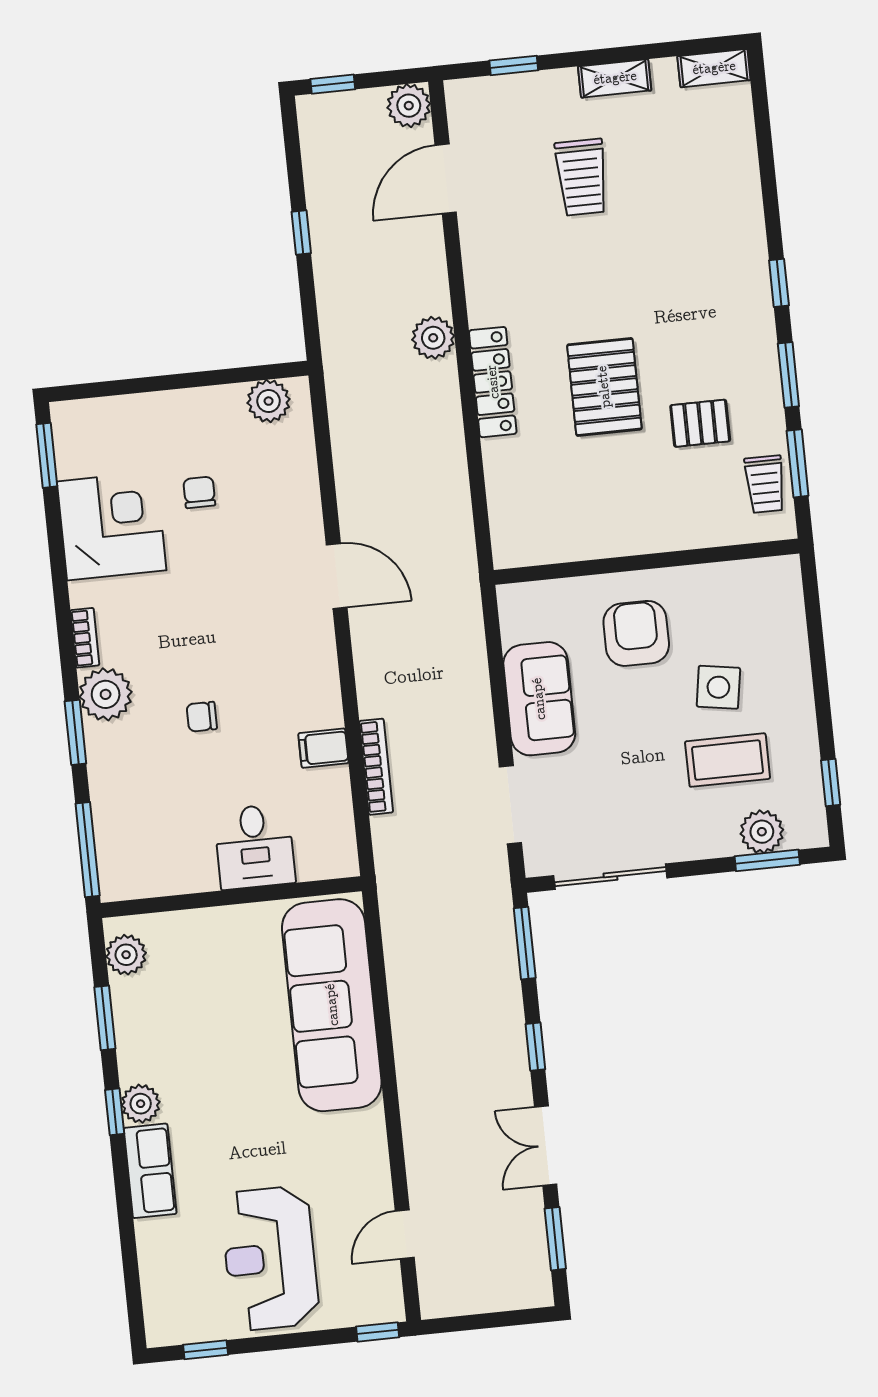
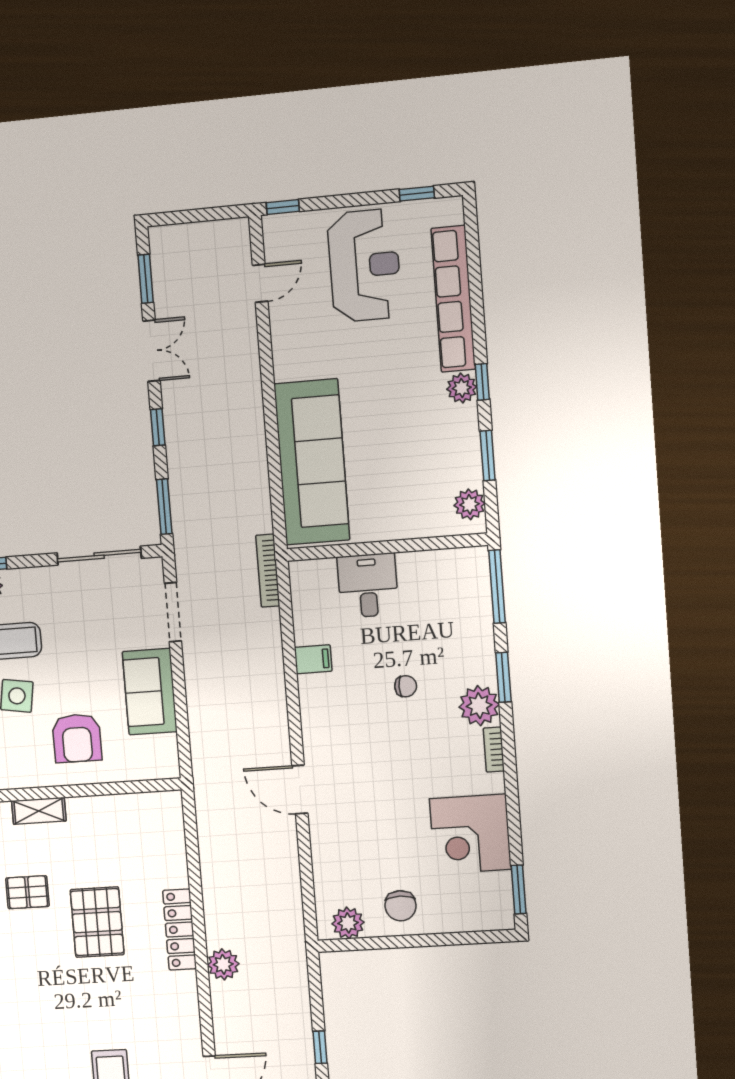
chair: (199, 492) -> (401, 906), moved, width x1.37, depth x1.37
shelving: (686, 534) -> (39, 811), added
bookcase: (376, 767) -> (268, 571), moved
row of seats: (150, 1171) -> (453, 299), width x2.02

